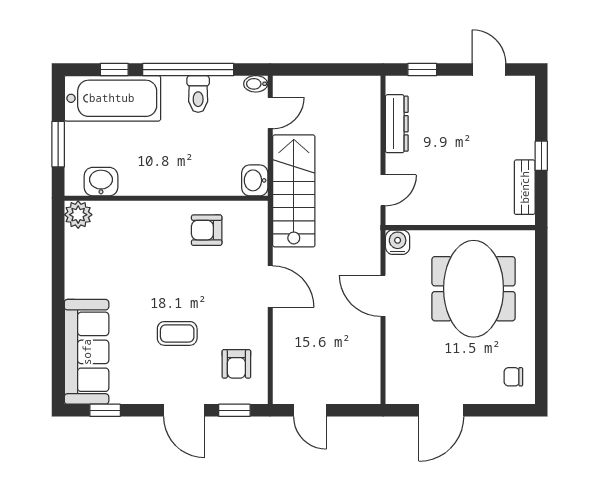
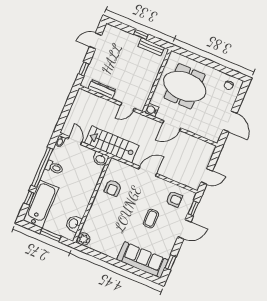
door: (383, 190) -> (127, 107), swing flipped

